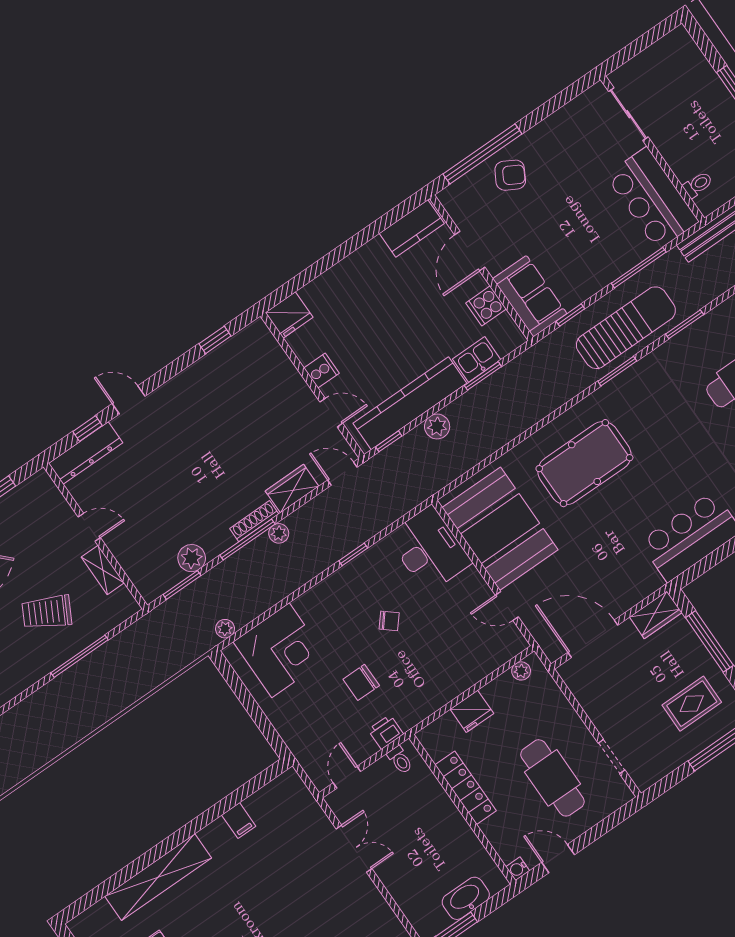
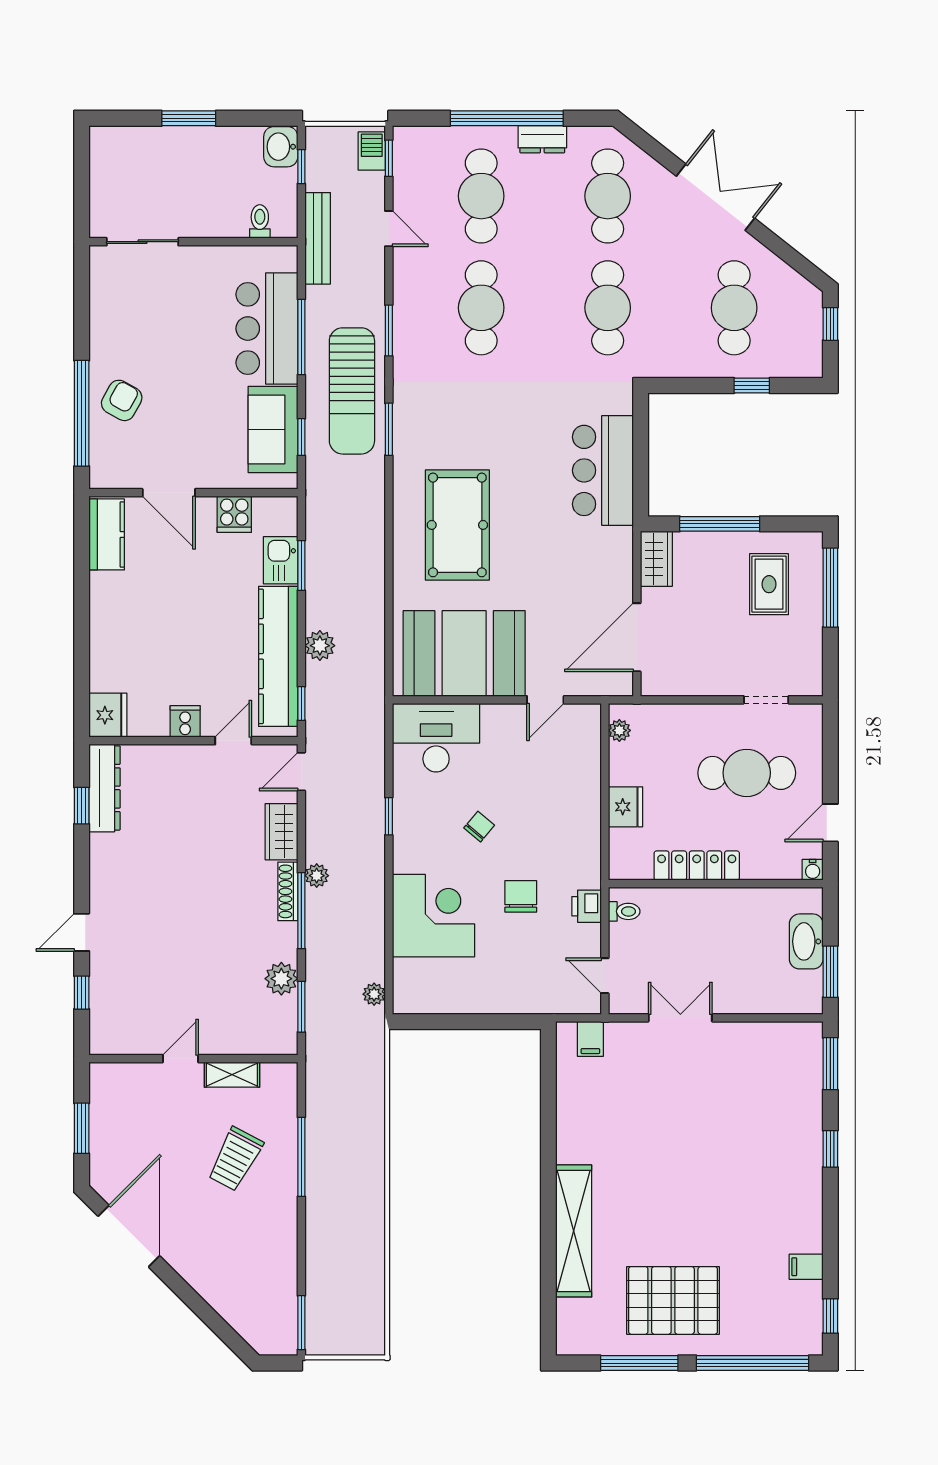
bar counter: (652, 198) -> (267, 329), moved, turned 90
sofa: (530, 296) -> (273, 430), moved, turned -90
sun lounger: (626, 328) -> (352, 391), turned 180
dresser: (86, 453) -> (105, 788), moved
corner desk: (280, 650) -> (434, 916), moved
chair: (361, 682) -> (521, 896), turned 180
filing cabinet: (239, 821) -> (590, 1039), moved, turned 90

